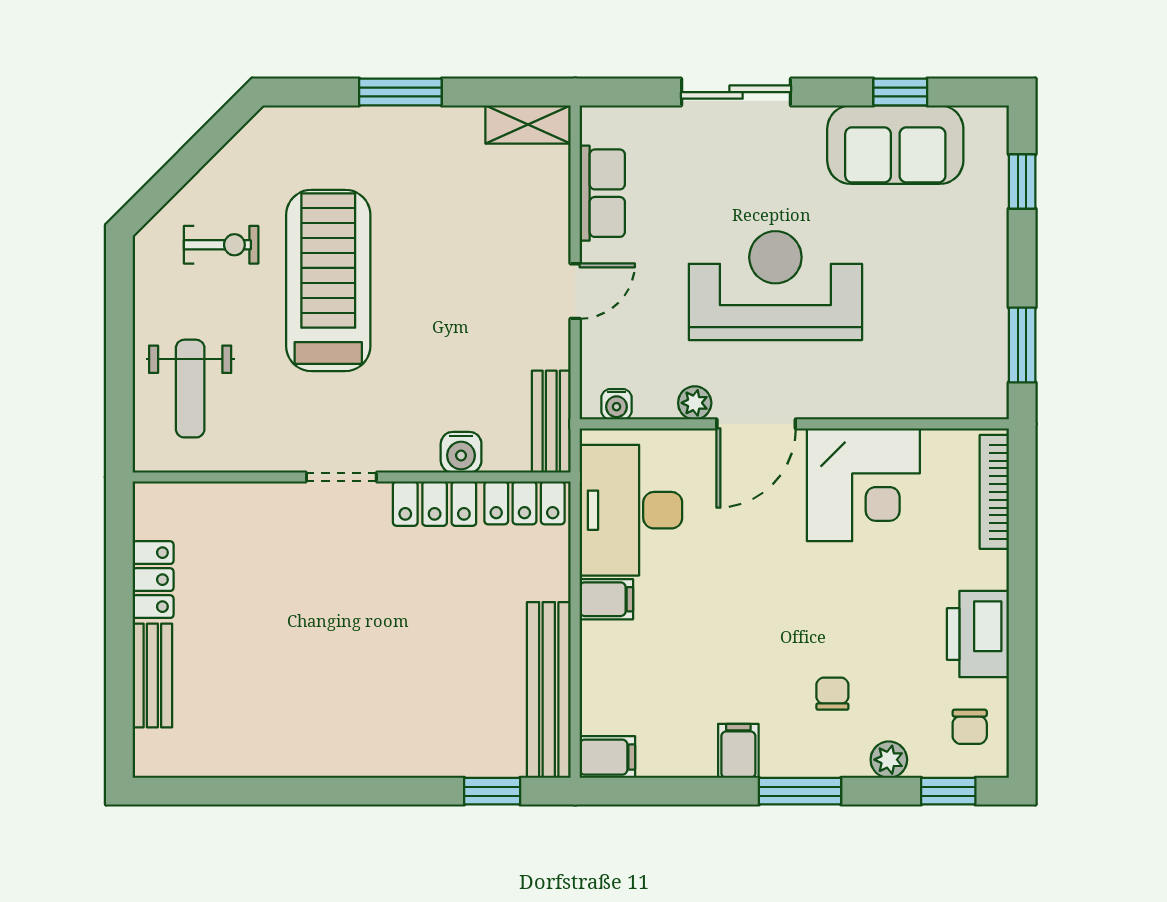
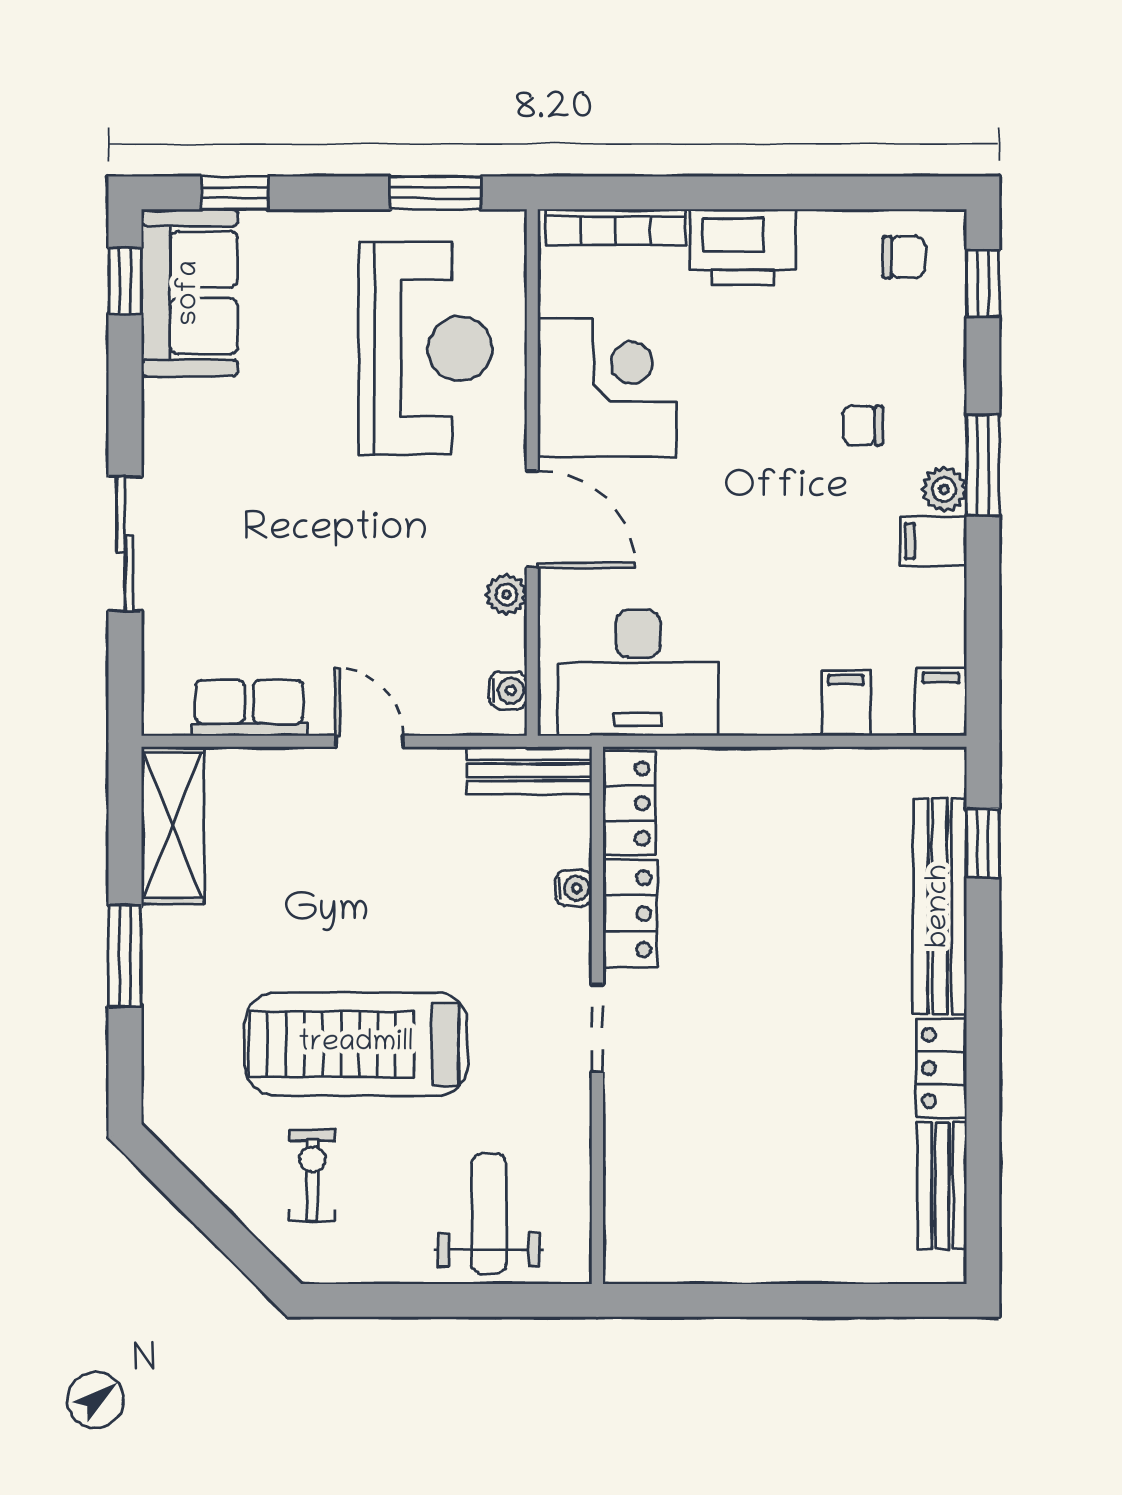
window: (900, 92) -> (125, 281), moved
shelving: (528, 124) -> (173, 825), width x1.50, depth x1.33
sofa: (895, 145) -> (190, 293), moved
reception desk: (775, 286) -> (425, 348), moved, turned 180
weight bench: (190, 389) -> (489, 1214), turned -90
water cooler: (461, 452) -> (574, 888), width x0.72, depth x0.72
locker: (153, 580) -> (941, 1068), moved, turned -90
filing cabinet: (606, 599) -> (846, 703), moved
printer: (978, 634) -> (743, 247), moved
bench: (152, 675) -> (942, 1186), moved, turned 90
bench: (549, 690) -> (940, 906), moved, turned 90
plant: (889, 760) -> (944, 489), moved

